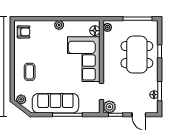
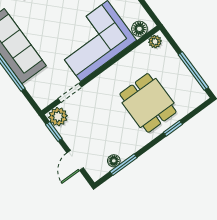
dining table: (137, 55) -> (148, 103), width x0.73

